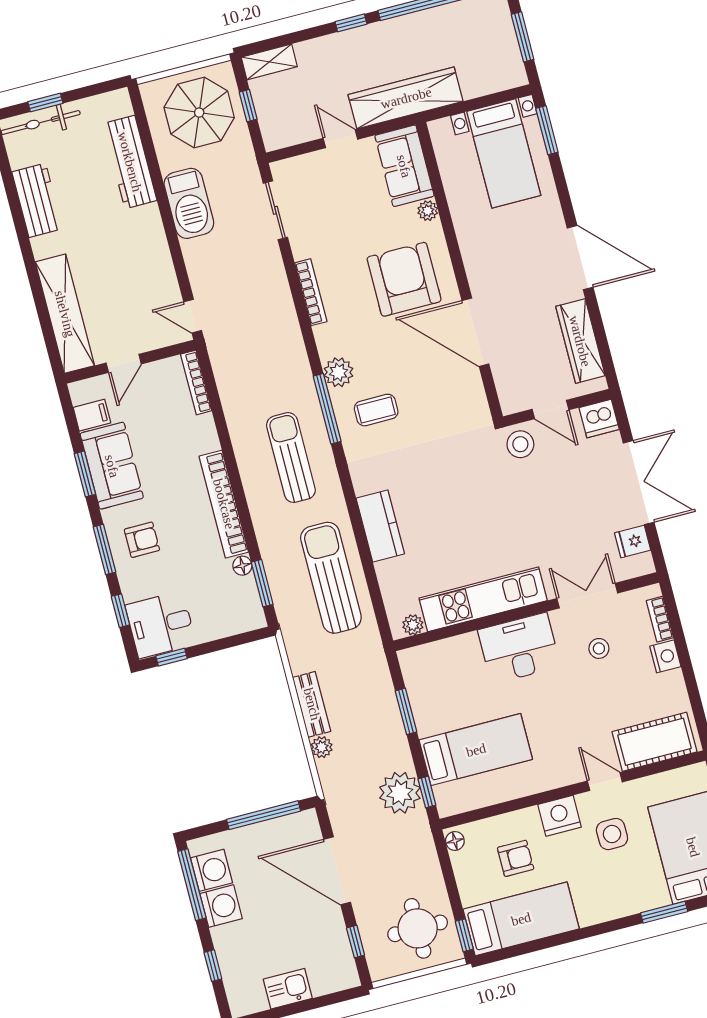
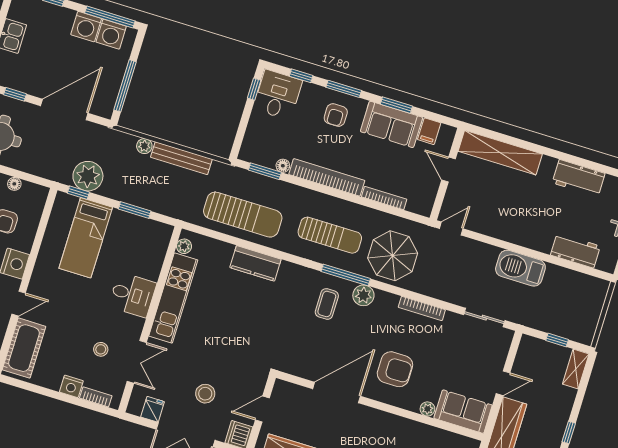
parasol: (199, 113) -> (393, 256), moved
workbench: (130, 162) -> (575, 251), width x0.73
armchair: (404, 279) -> (395, 369), width x0.73, depth x0.73
bookcase: (196, 382) -> (384, 198), moved
stool: (520, 444) -> (205, 394), moved
desk: (519, 648) -> (133, 295), width x0.73
bench: (312, 704) -> (181, 158), width x1.36
floor lamp: (455, 841) -> (14, 184), moved

